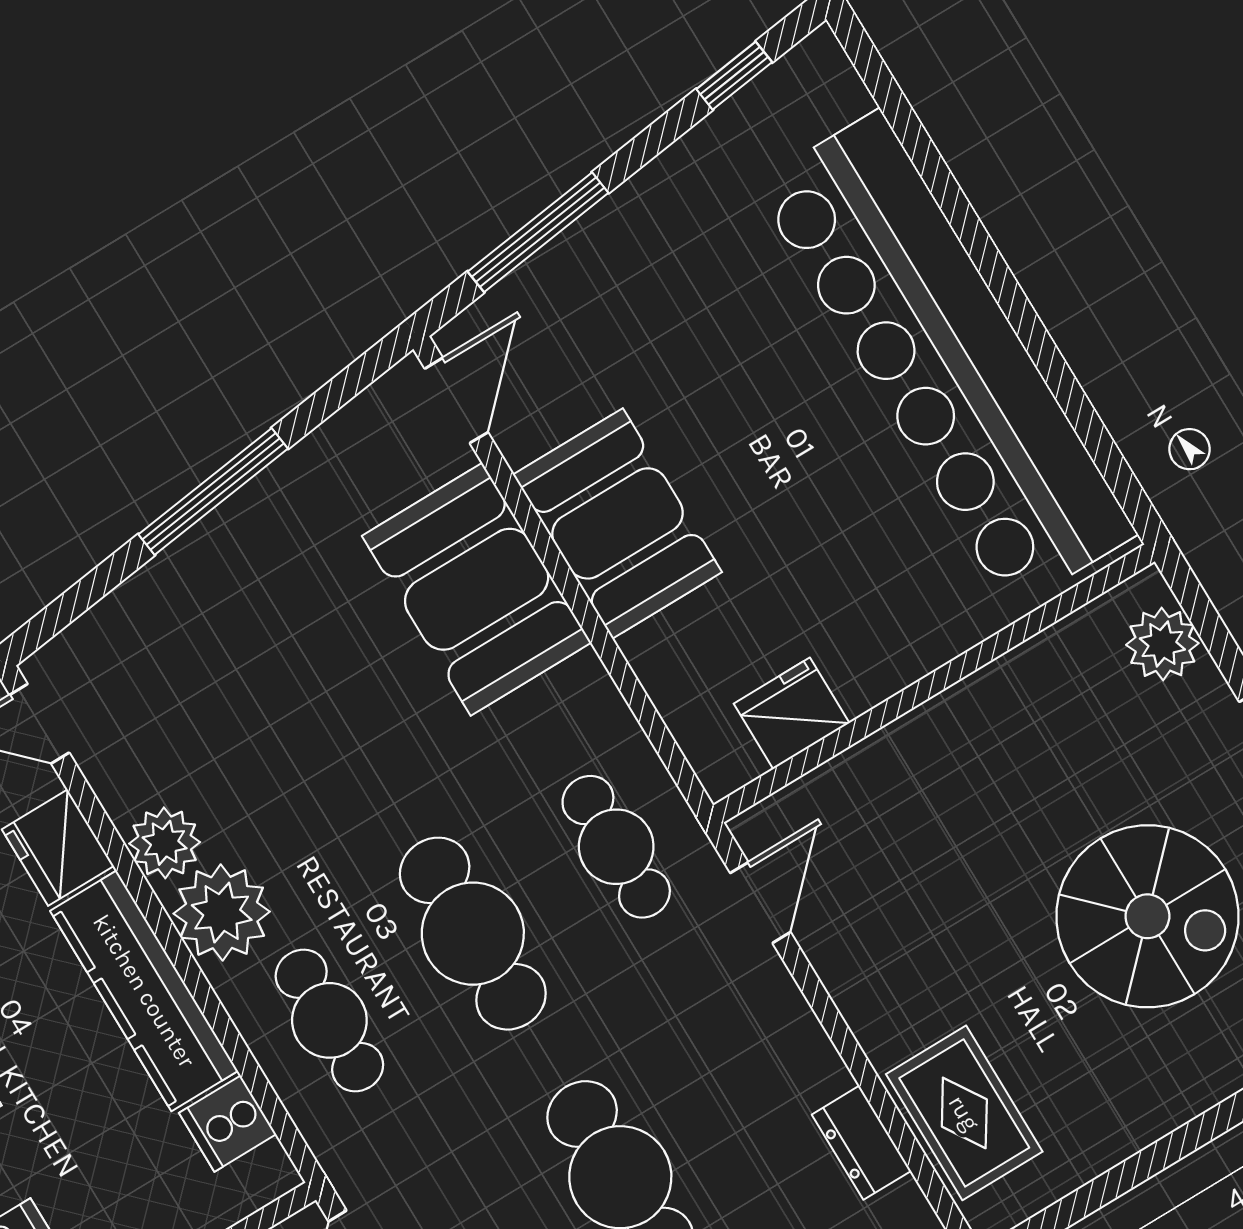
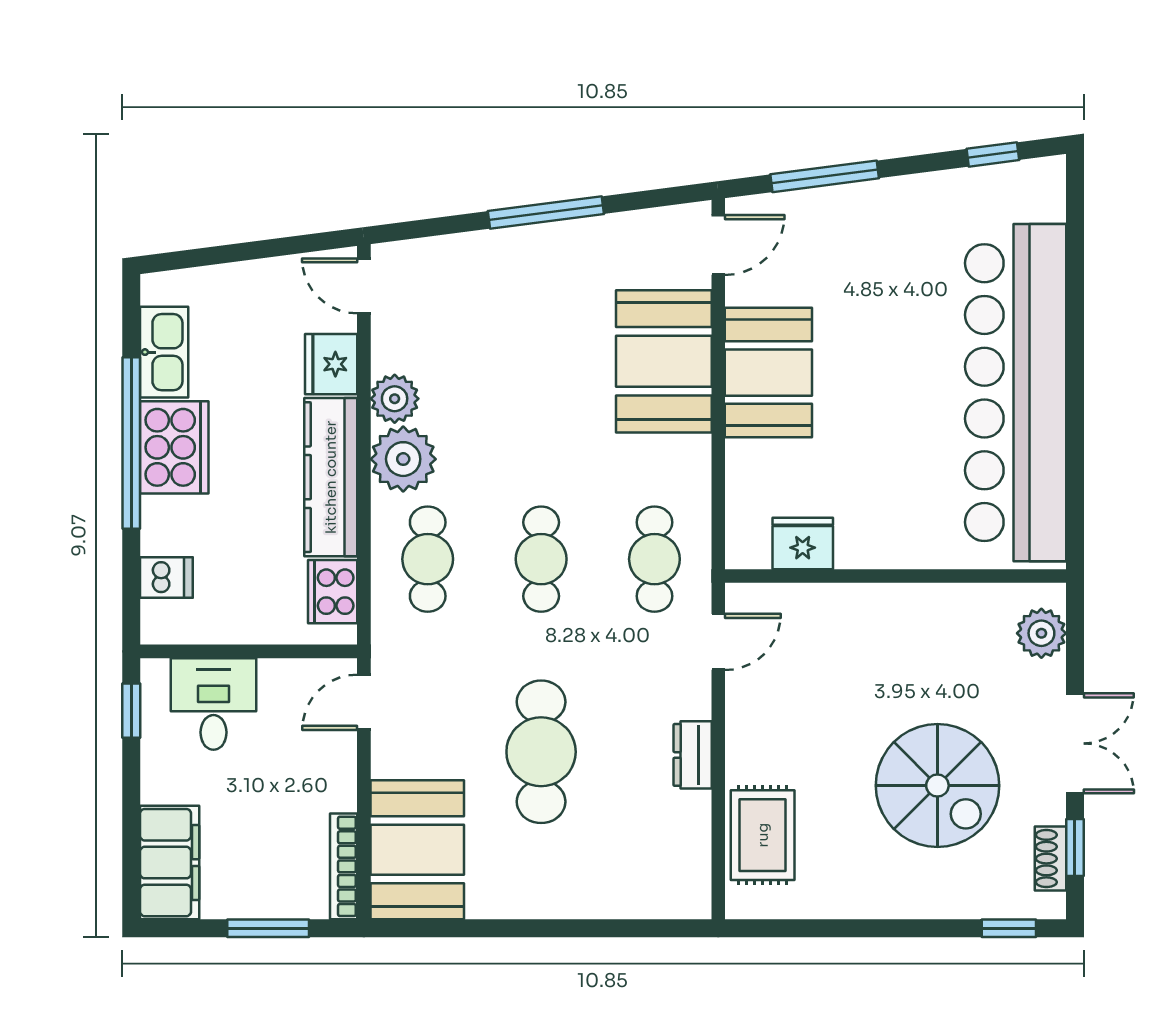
cafe table: (473, 934) -> (541, 559), width x0.73, depth x0.74
cooker: (228, 1124) -> (333, 592), width x1.36
dresser: (861, 1143) -> (693, 755), moved

